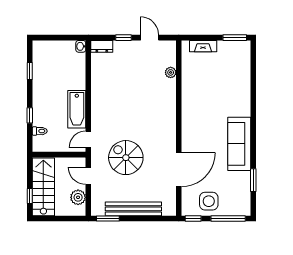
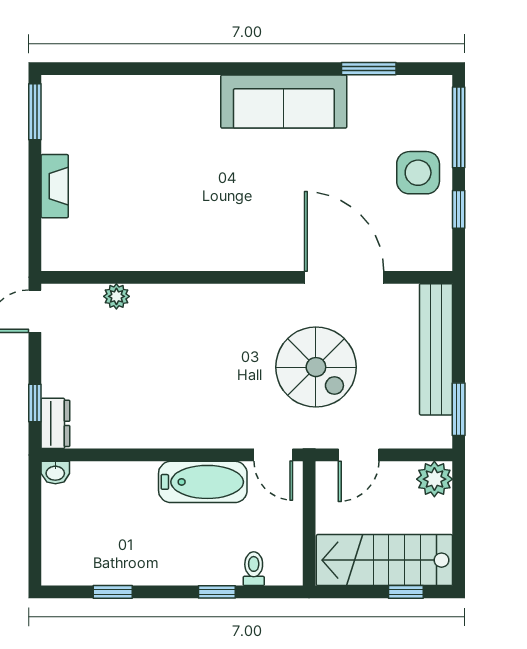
window: (123, 38) -> (35, 403), moved
plant: (171, 72) -> (116, 296), moved
wall: (179, 128) -> (247, 277), moved
spiral stairs: (126, 158) -> (316, 367), turned -90
door: (179, 170) -> (344, 277), moved
plant: (78, 197) -> (434, 479), moved

